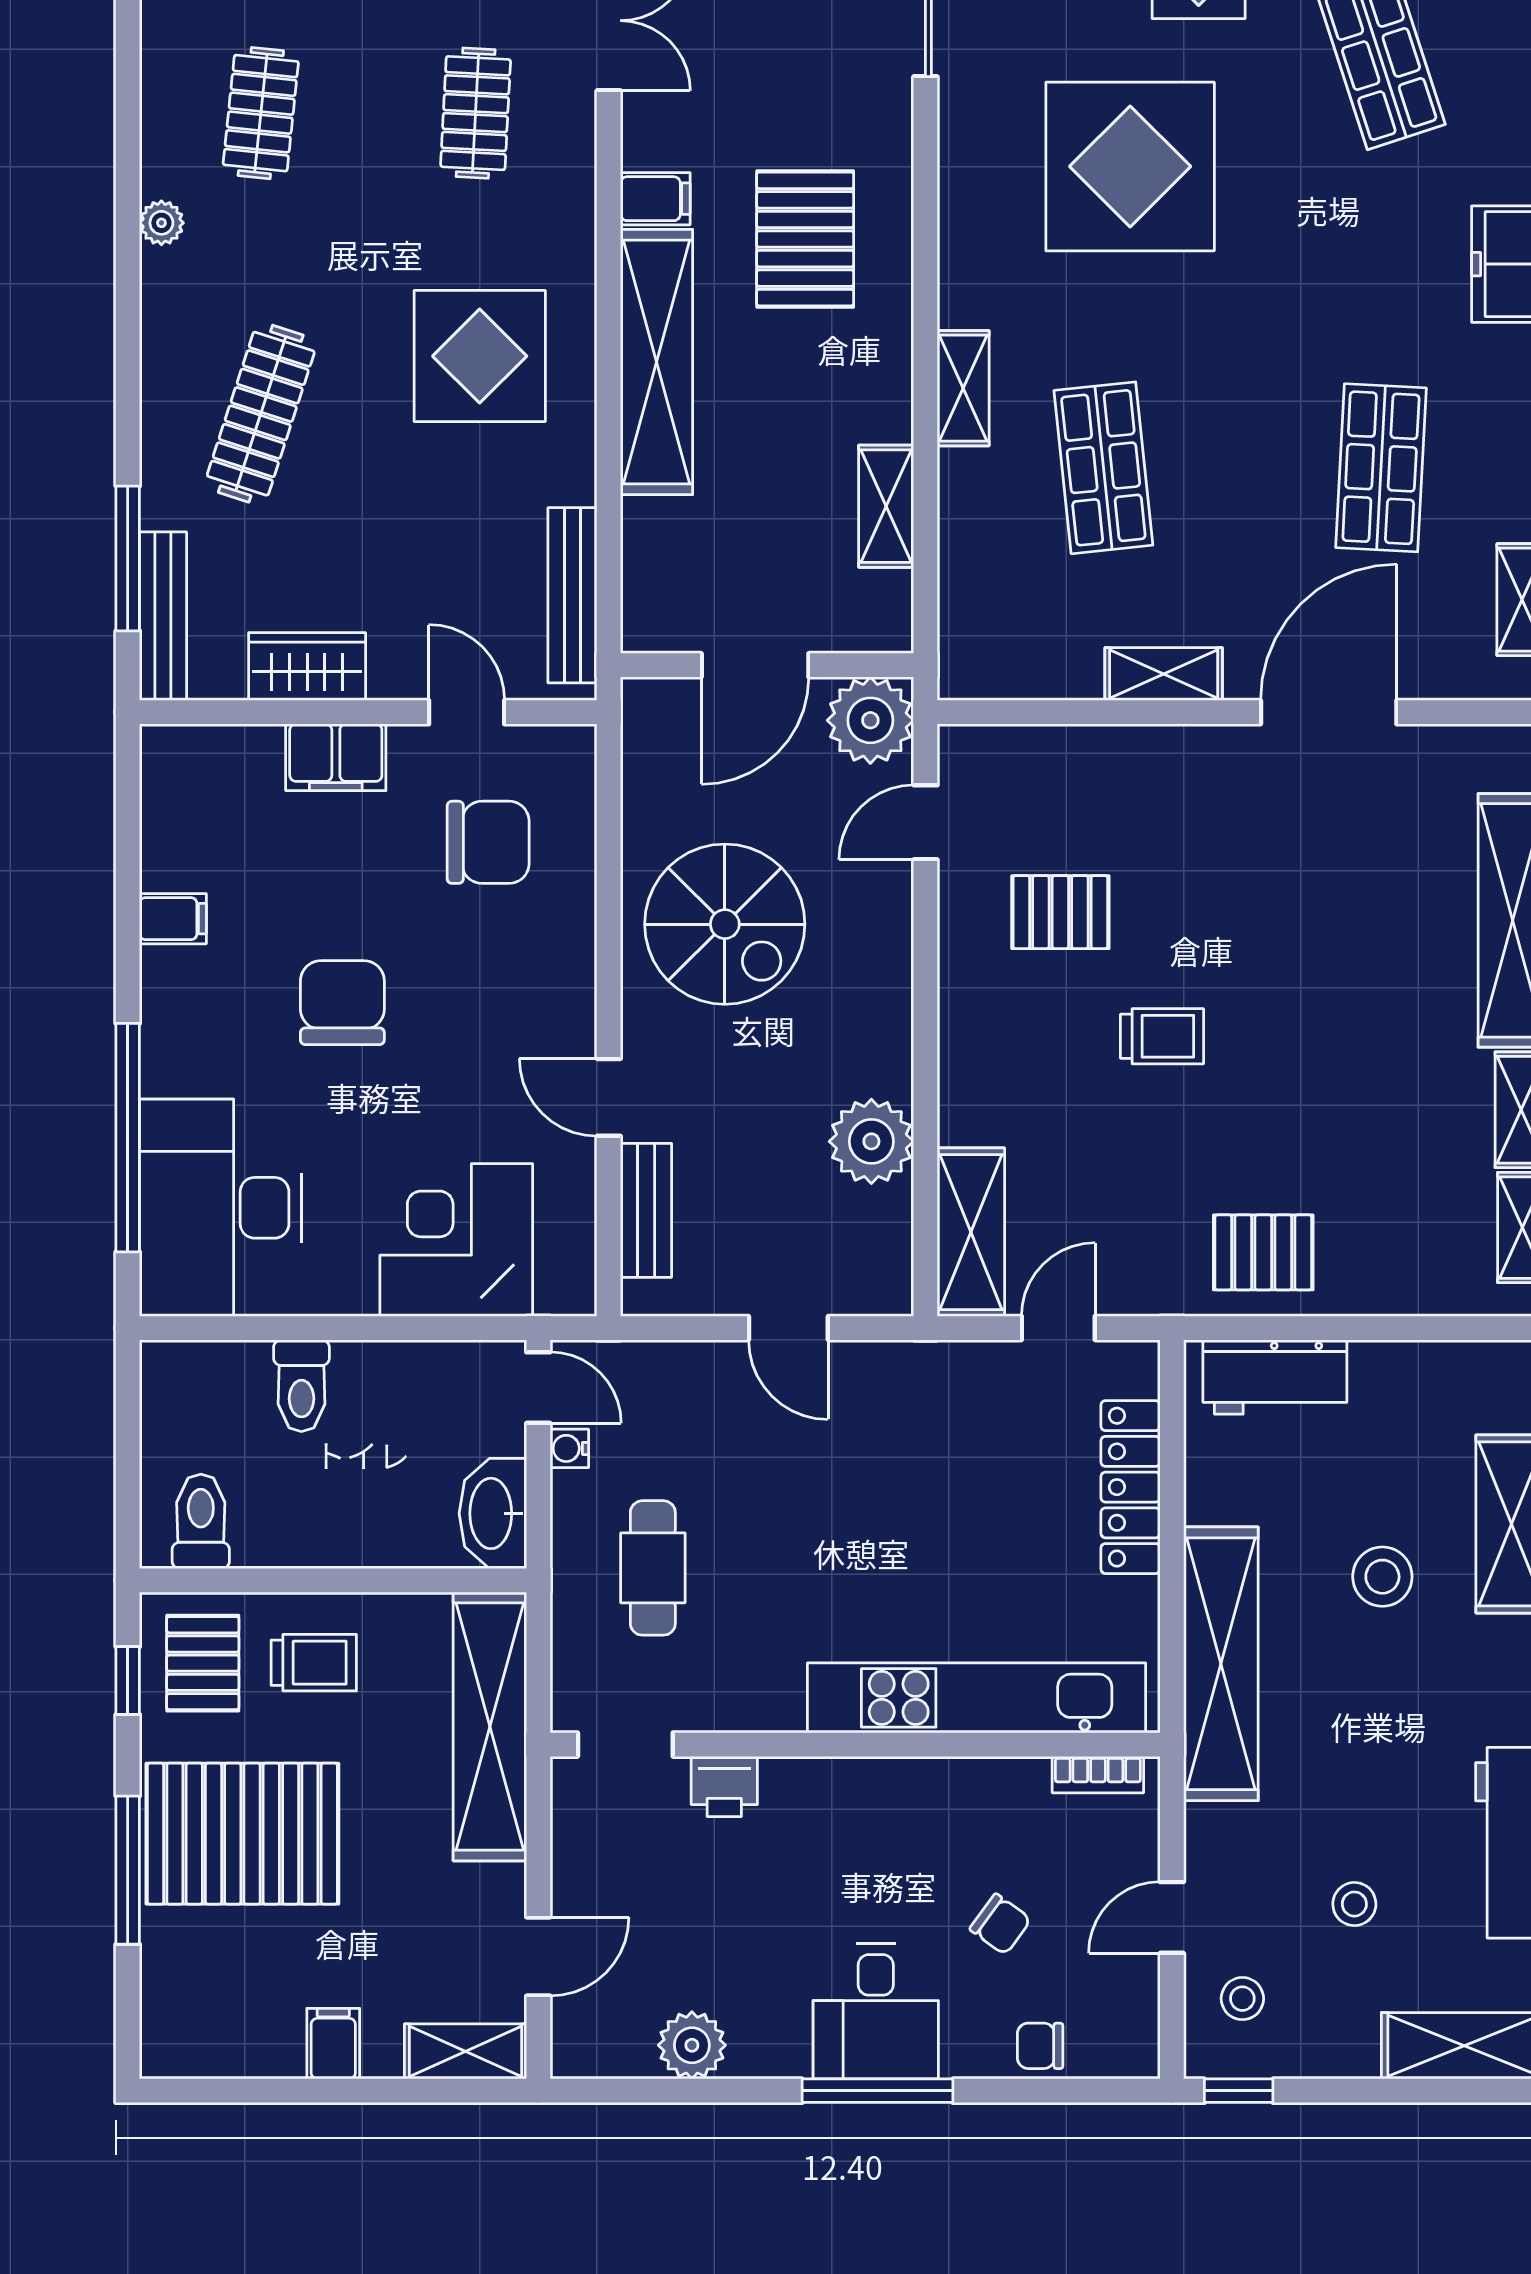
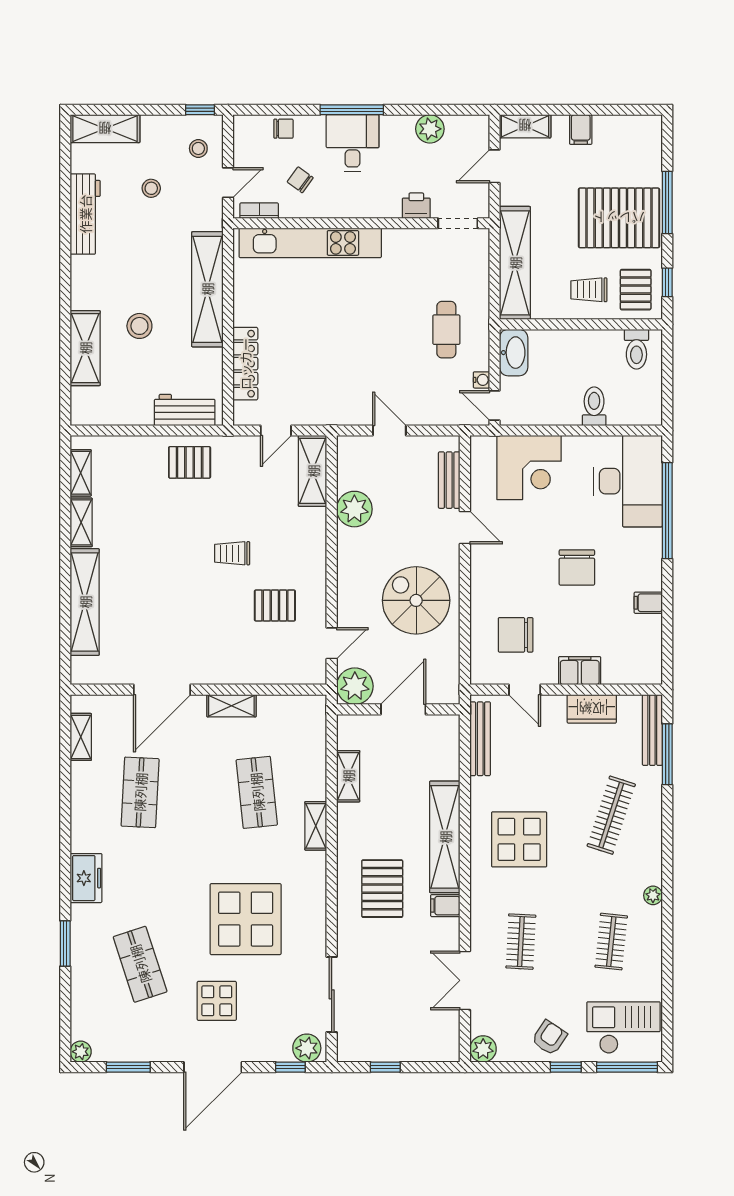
kitchen unit: (976, 1698) -> (310, 243), moved
doorway: (625, 1745) -> (458, 223), moved
wall: (855, 1745) -> (361, 223), moved
bookcase: (1098, 1775) -> (259, 211), moved
printer: (724, 1786) -> (416, 206), moved

